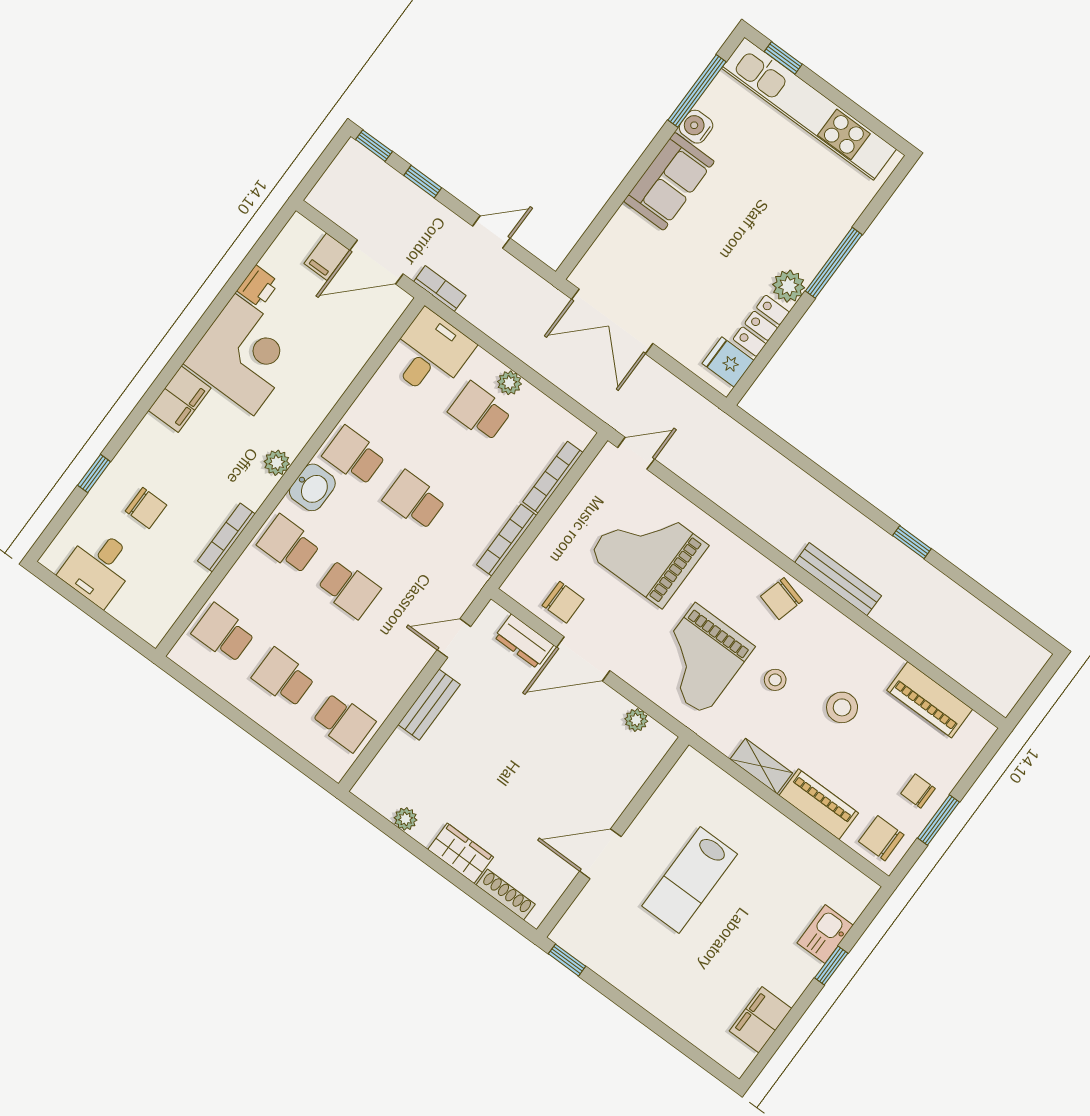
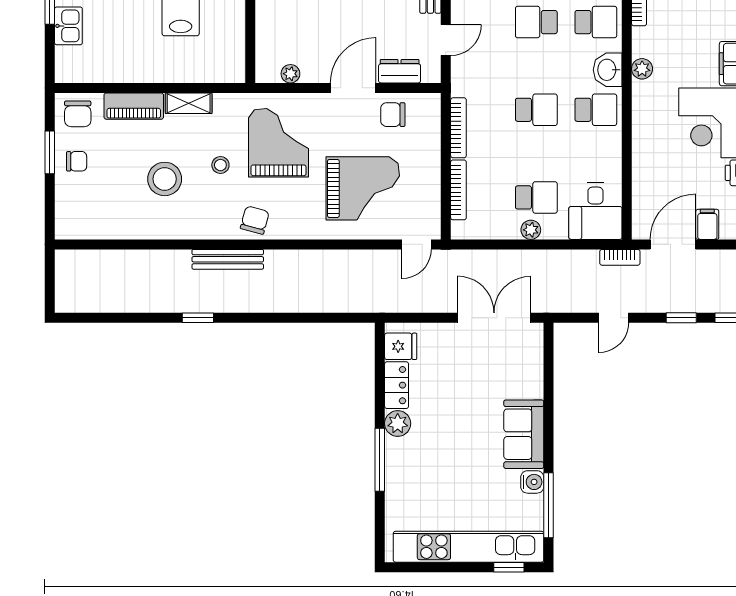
piano: (930, 700) -> (112, 225), removed
stool: (842, 707) -> (165, 179), width x1.38, depth x1.38
chair: (881, 838) -> (78, 114), turned 90

